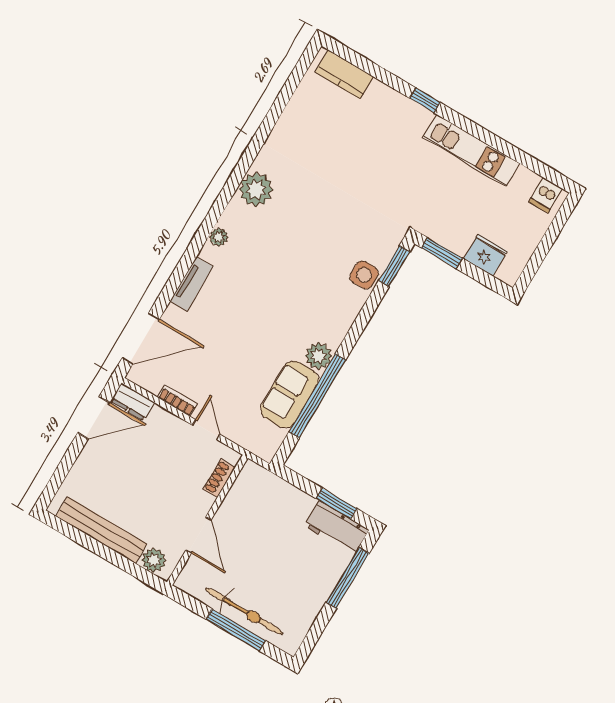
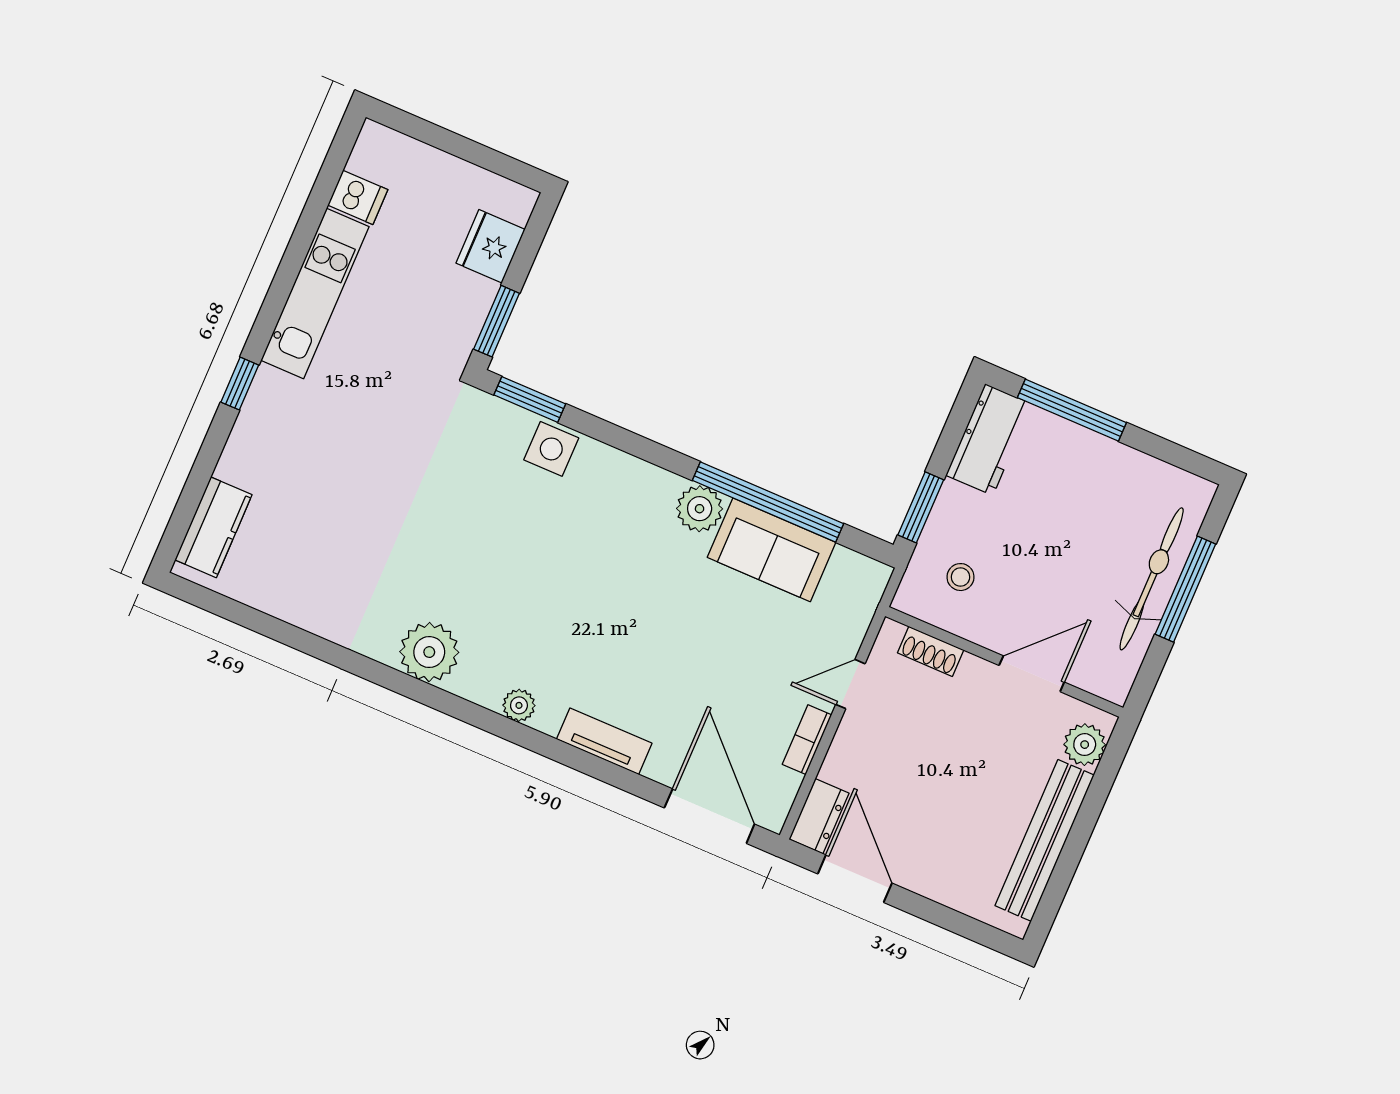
dishwasher: (546, 195) -> (358, 197), moved
stool: (260, 501) -> (961, 577), added
window: (336, 503) -> (921, 507), moved

